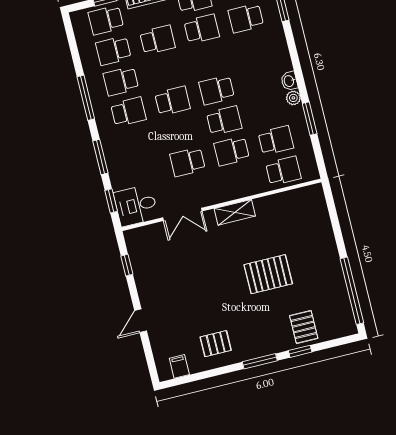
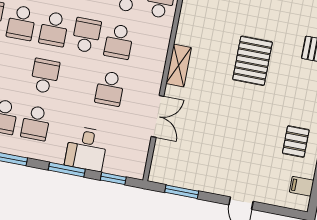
school desk: (209, 59) -> (21, 23), added
school desk: (128, 112) -> (36, 123), turned 180
desk: (136, 205) -> (86, 149), moved
window: (127, 265) -> (182, 192), width x1.50

